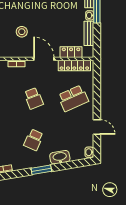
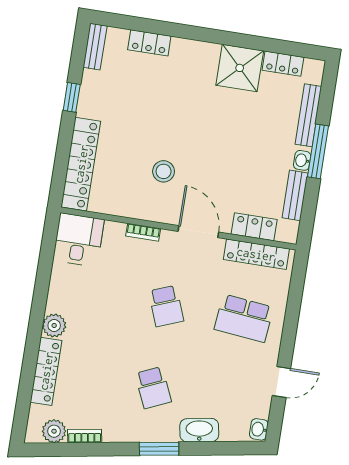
school desk: (73, 98) -> (244, 318), turned 30
door: (97, 127) -> (281, 382), hinge flipped
school desk: (34, 140) -> (153, 388), turned -48

